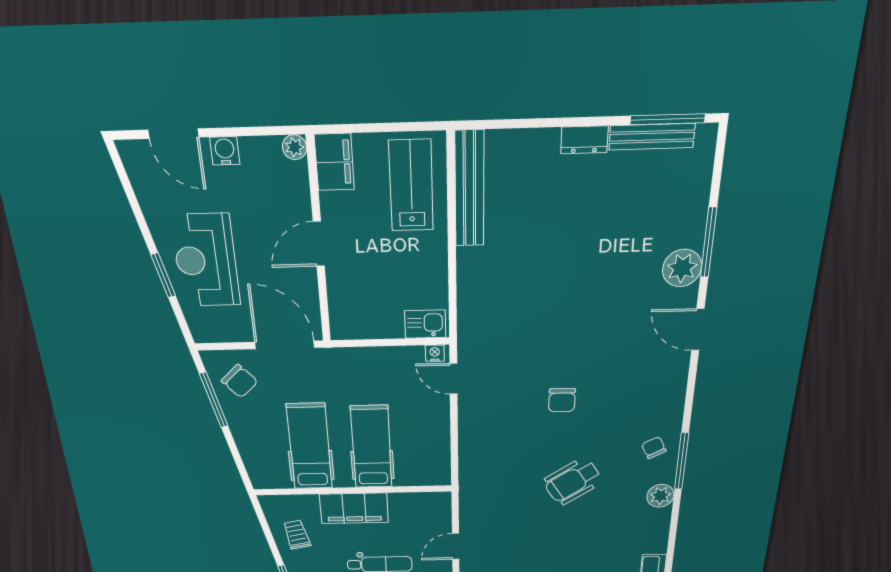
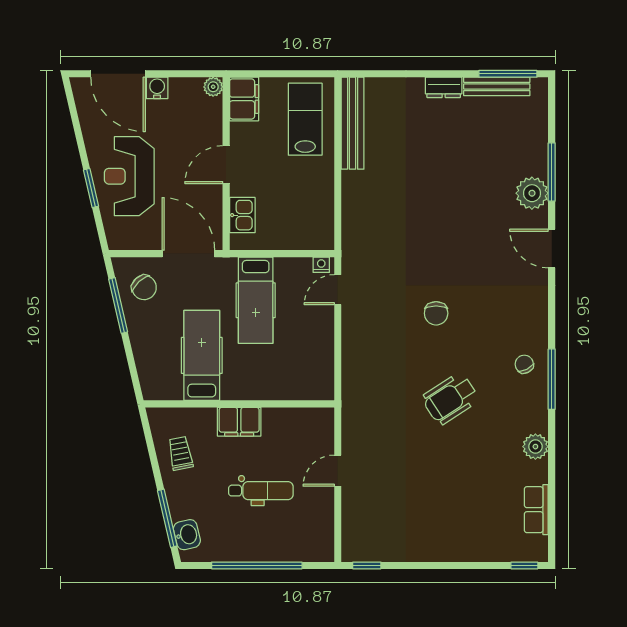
door: (173, 134) -> (118, 74), width x1.36
kitchen sink: (425, 324) -> (242, 215), moved, turned 90
door: (454, 379) -> (338, 290), hinge flipped
hospital bed: (371, 447) -> (256, 300), moved, turned 180
plant: (660, 496) -> (535, 447), moved
filing cabinet: (354, 508) -> (239, 422), width x0.67, depth x0.86

